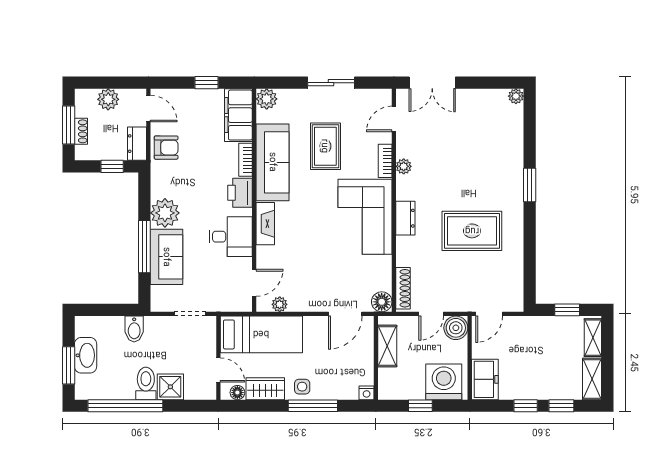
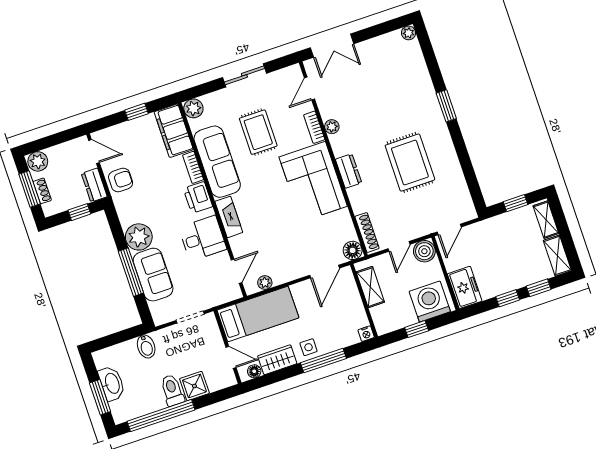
plant: (108, 99) -> (38, 161), moved
rug: (472, 231) -> (410, 163), turned 90

